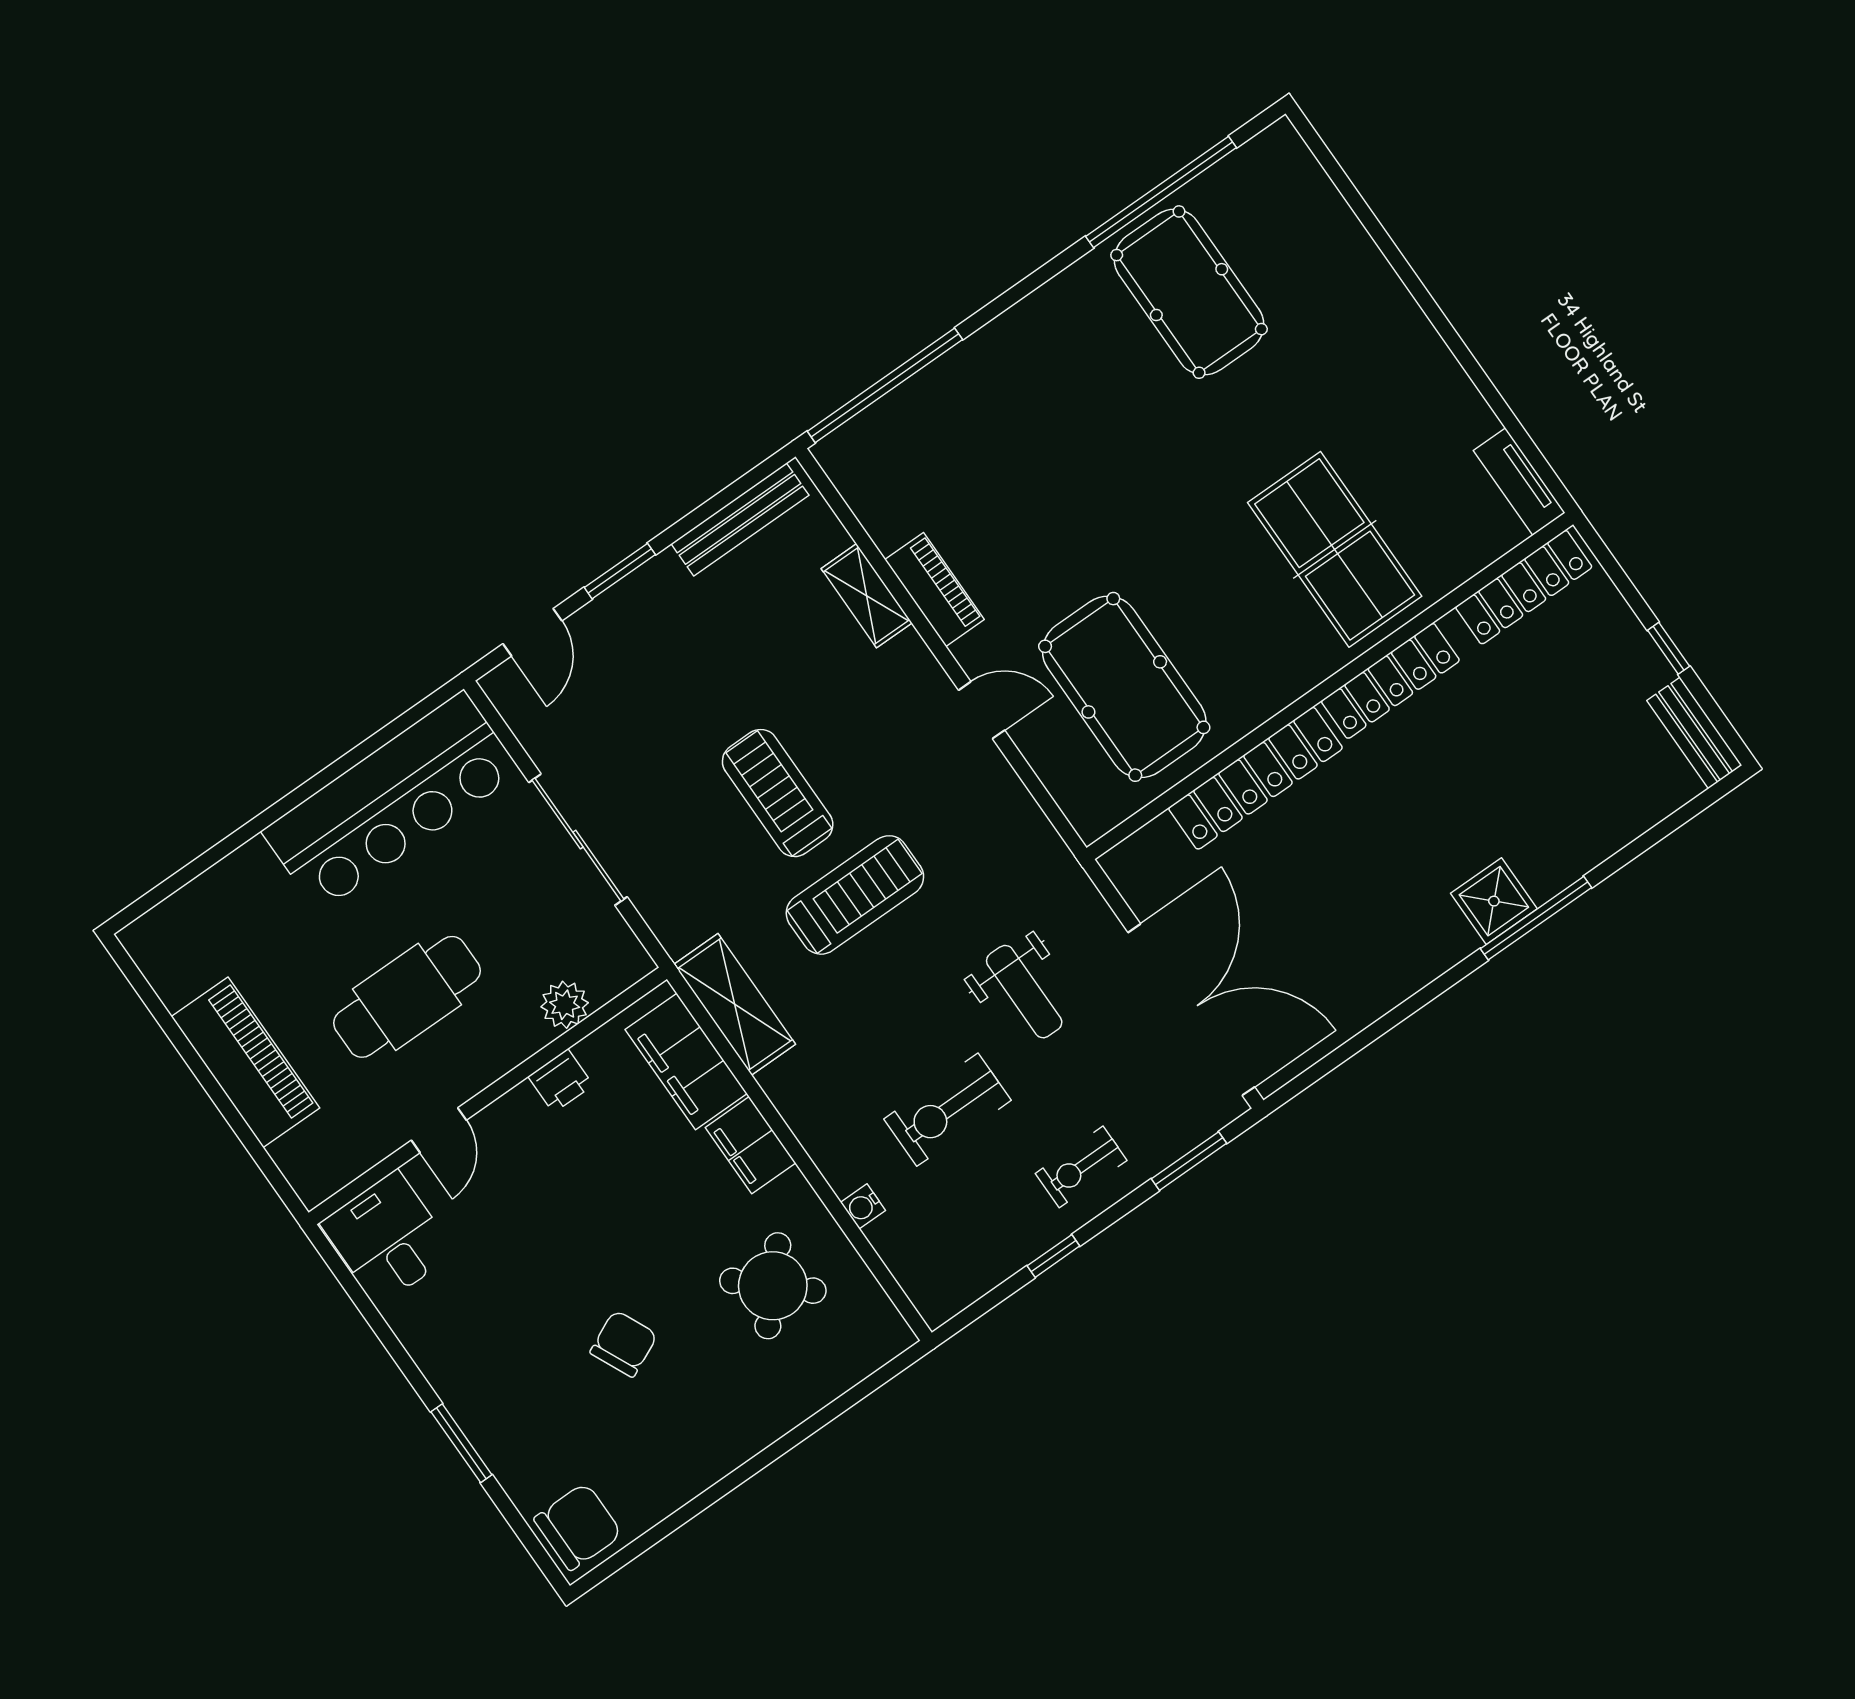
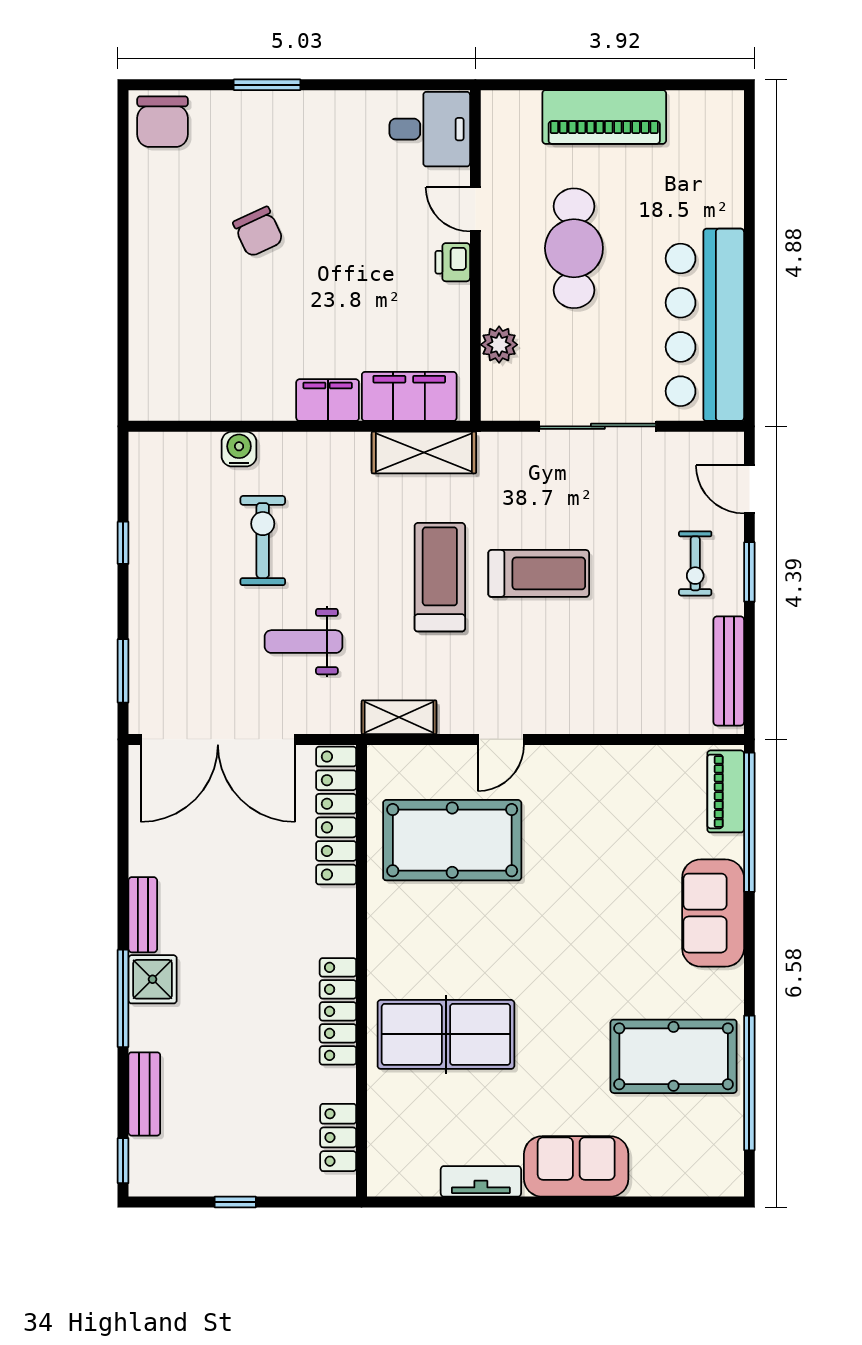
sofa: (1378, 314) -> (576, 1166), added
sofa: (1008, 357) -> (713, 913), added
tv unit: (1519, 482) -> (481, 1181), moved
locker: (1524, 587) -> (338, 1137), width x0.66
piano: (935, 590) -> (726, 791), moved, turned 90
shelving: (867, 596) -> (399, 717), moved
bench: (1694, 733) -> (144, 1094), moved, turned 90
locker: (1255, 778) -> (336, 816), moved
window: (1708, 798) -> (123, 1161), added
treadmill: (855, 895) -> (440, 577), turned 180
bench: (1433, 959) -> (143, 915), added
printer: (561, 1081) -> (453, 262), moved
exercise bike: (1081, 1167) -> (695, 563), moved, turned 180
water cooler: (863, 1206) -> (239, 449), width x1.38, depth x1.38
round table: (773, 1286) -> (229, 352), removed

